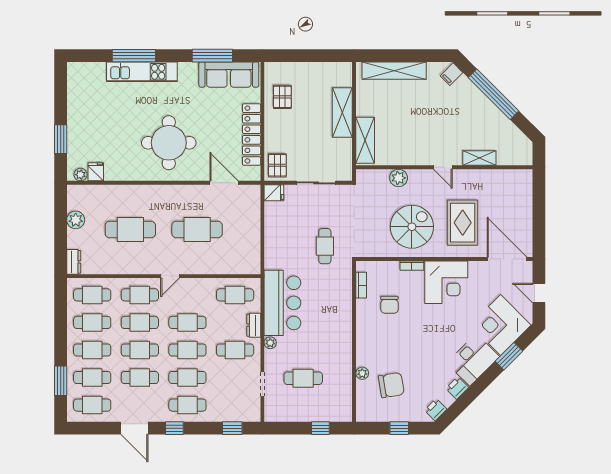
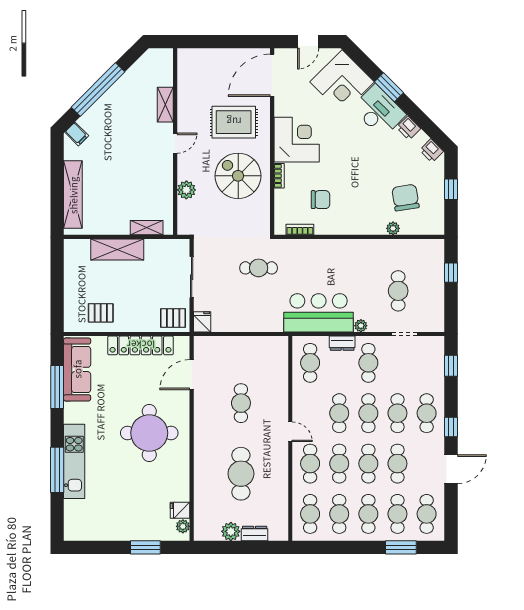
shelving: (365, 140) -> (147, 228), width x0.67, depth x0.75
cafe table: (197, 229) -> (241, 403), width x0.73, depth x0.74
dresser: (74, 262) -> (255, 533), moved
window: (509, 356) -> (389, 87), moved

